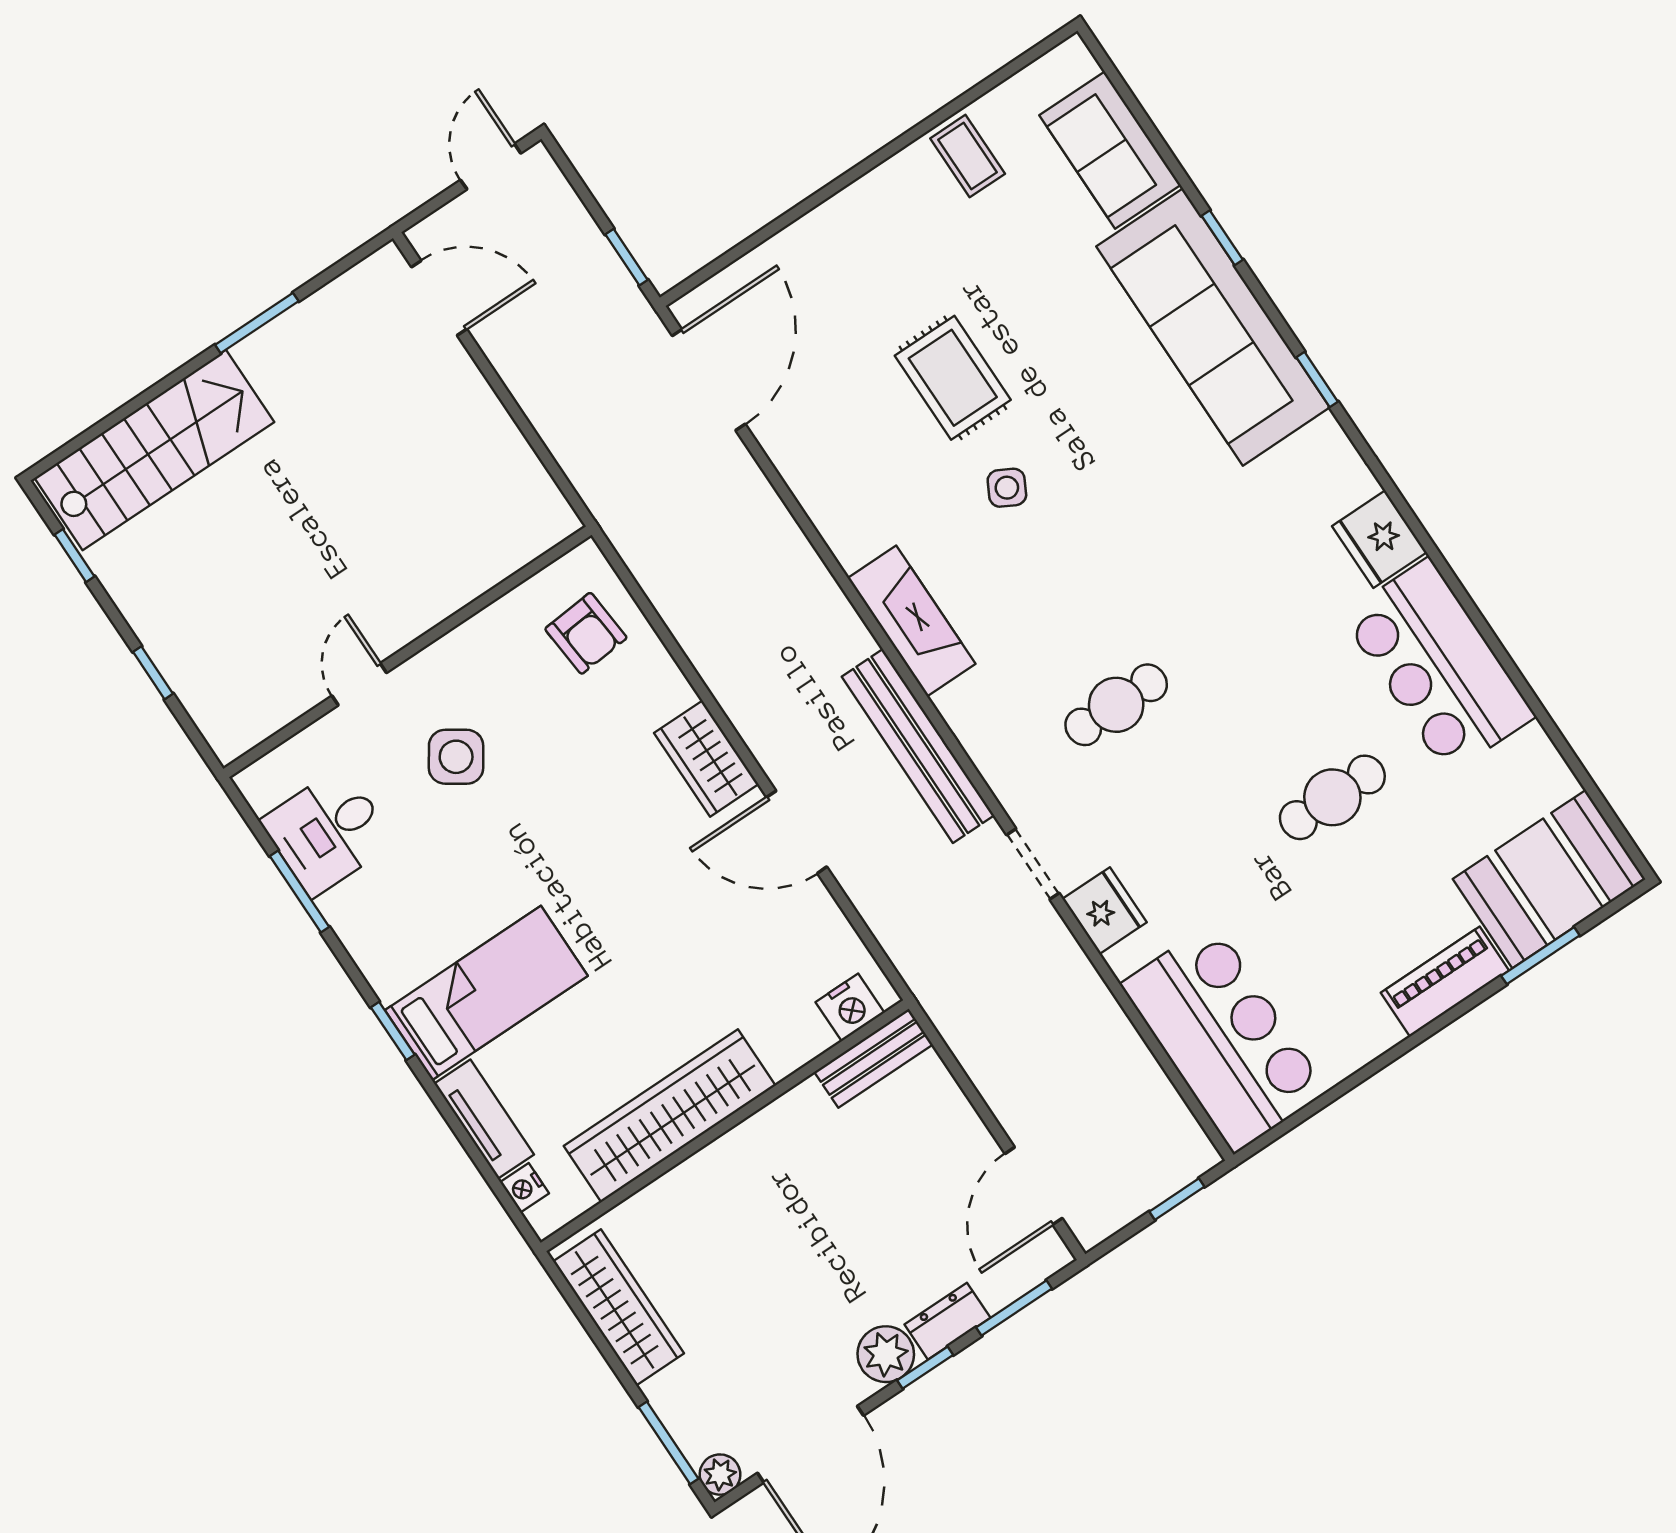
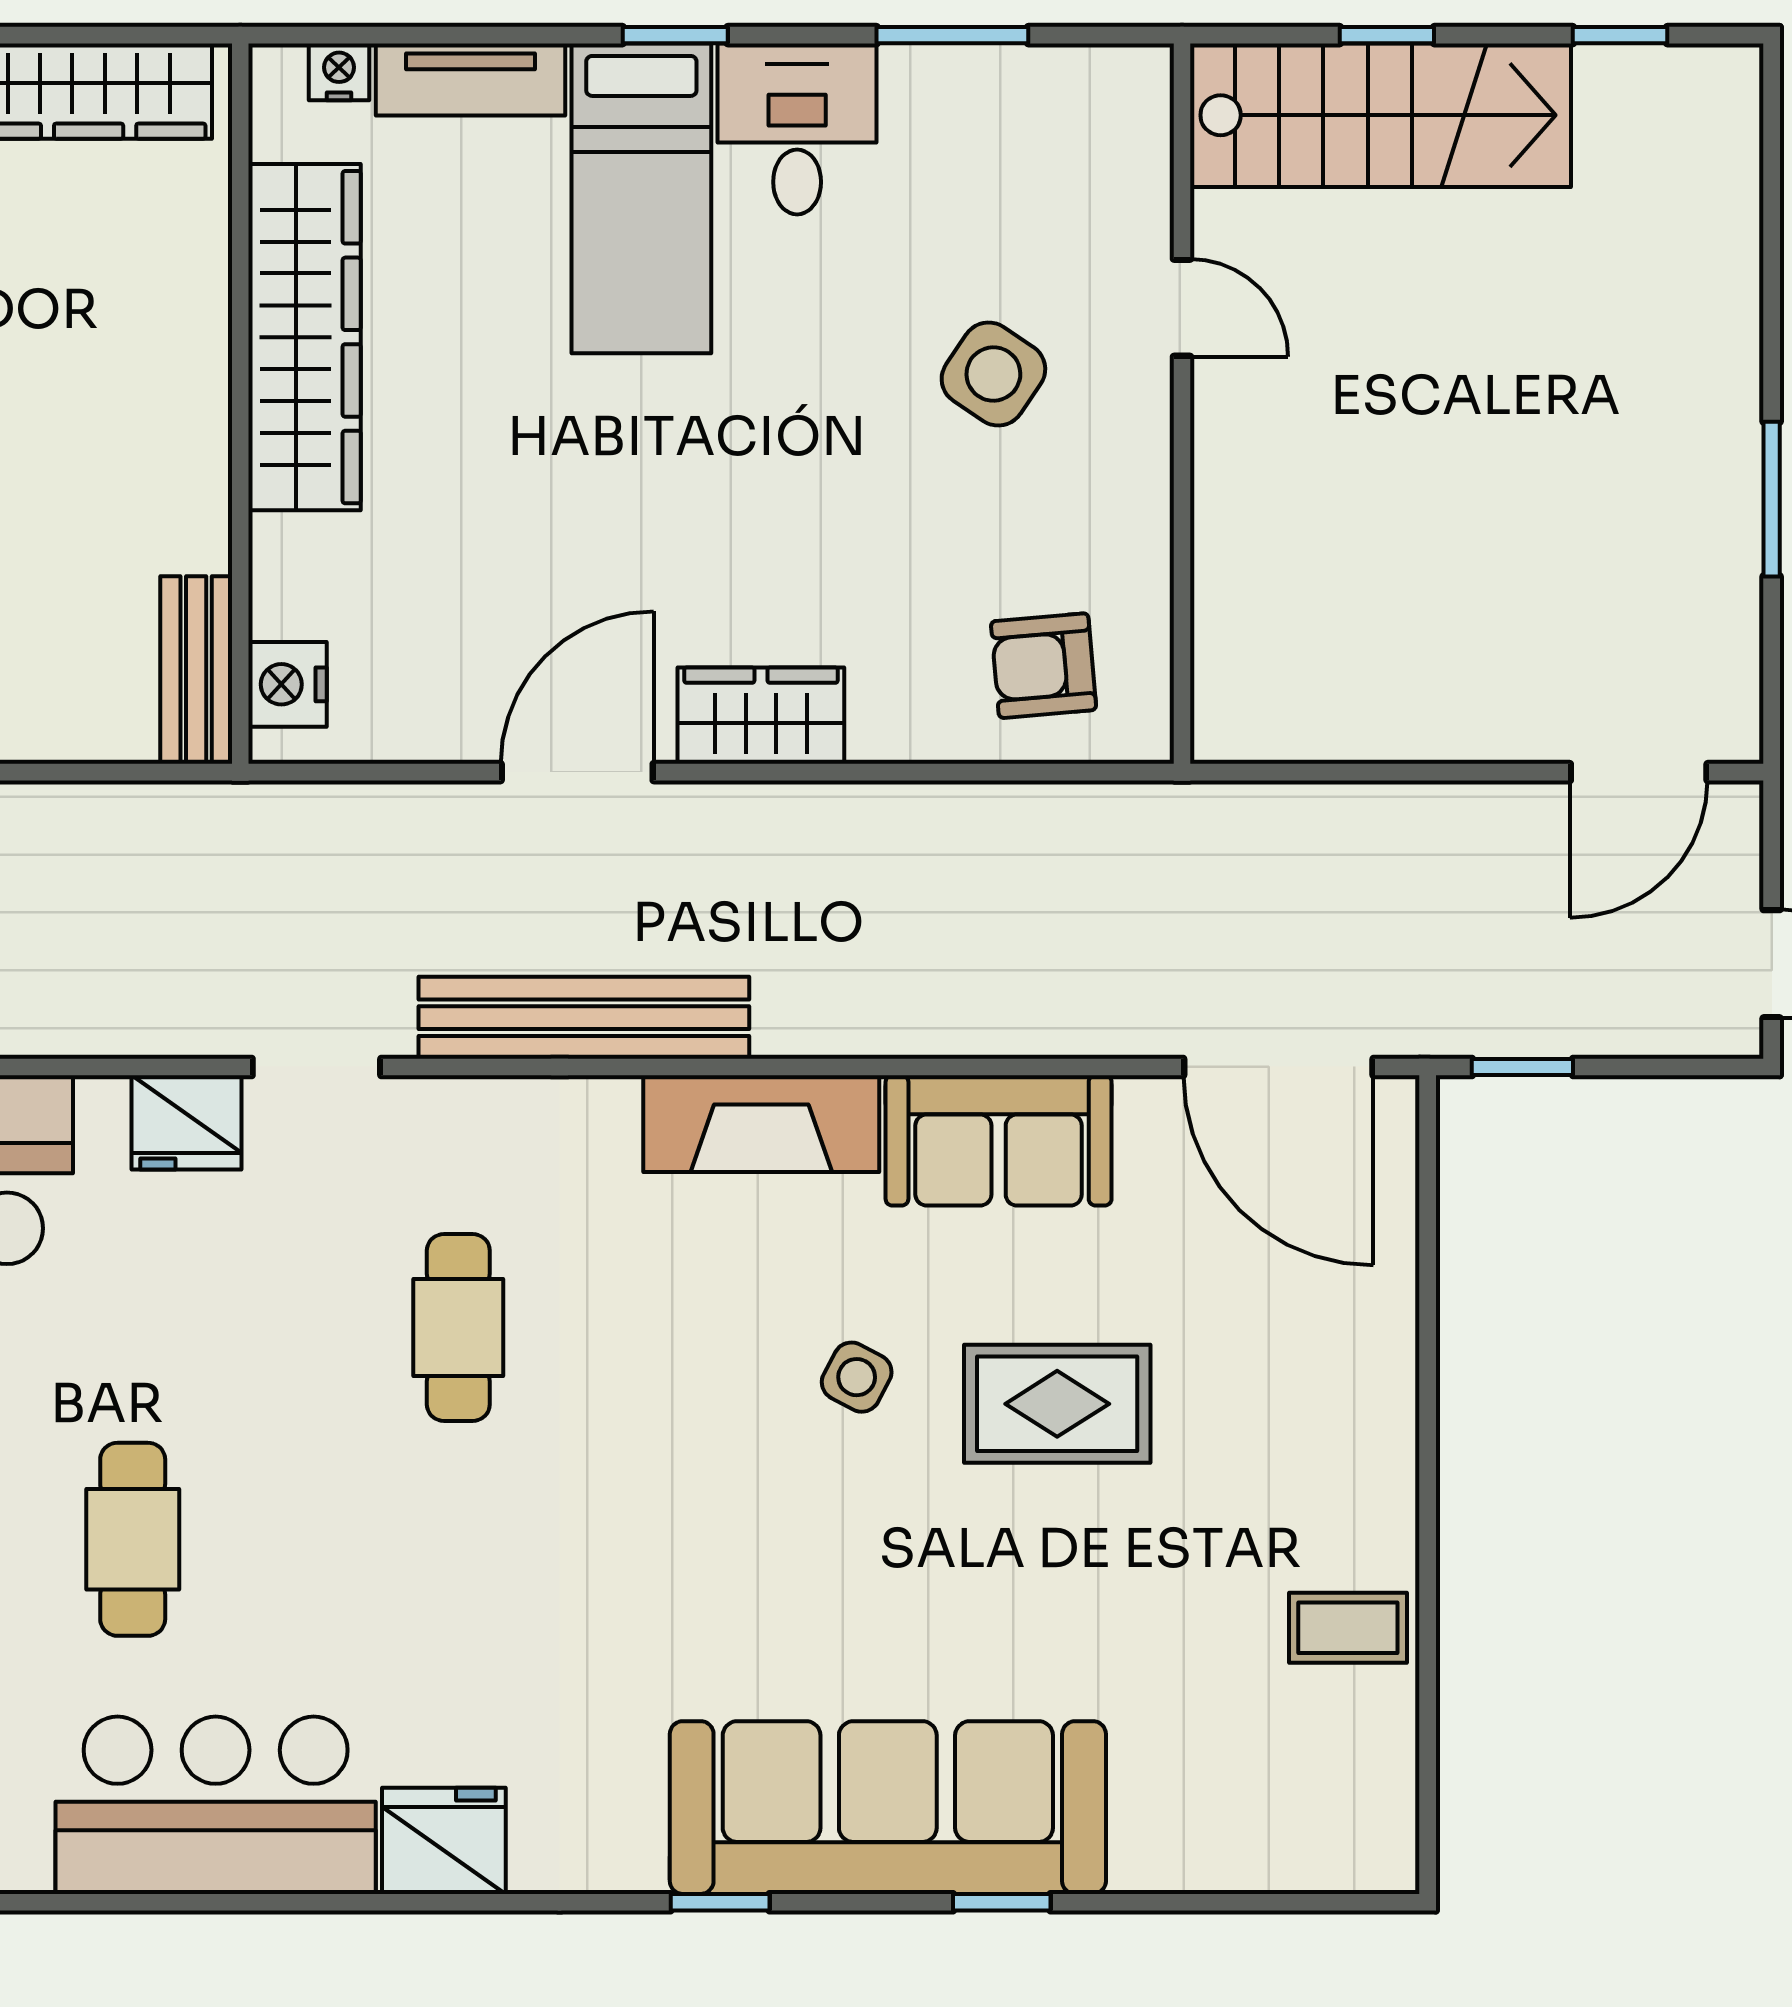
sofa: (1110, 150) -> (999, 1140), moved, turned 180
stairs: (154, 450) -> (1381, 115), moved, turned -90
desk: (328, 832) -> (797, 129), moved

